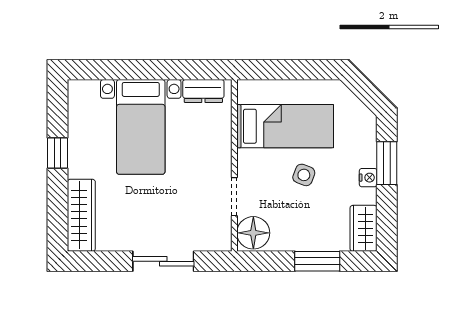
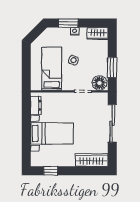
window: (58, 153) -> (51, 171), moved
sliding door: (163, 261) -> (112, 123), width x1.37
window: (317, 261) -> (112, 67), moved

